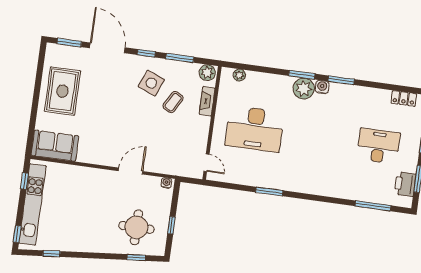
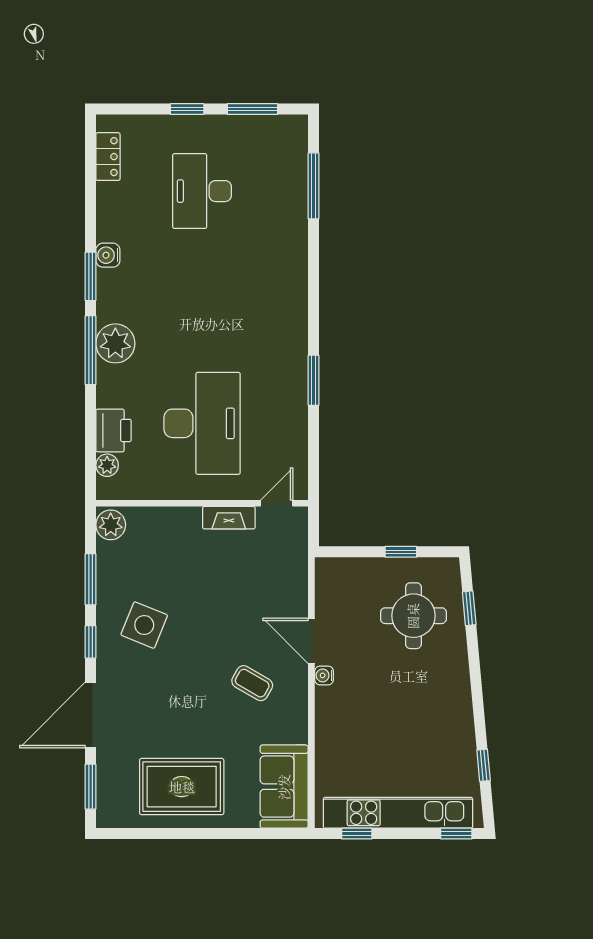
window: (302, 75) -> (91, 350), width x1.44
water cooler: (322, 87) -> (108, 255), moved
fireplace: (207, 101) -> (229, 518), moved
coffee table: (173, 102) -> (252, 683), moved
water cooler: (166, 183) -> (324, 675), moved
printer: (405, 184) -> (114, 430), moved, turned -90

